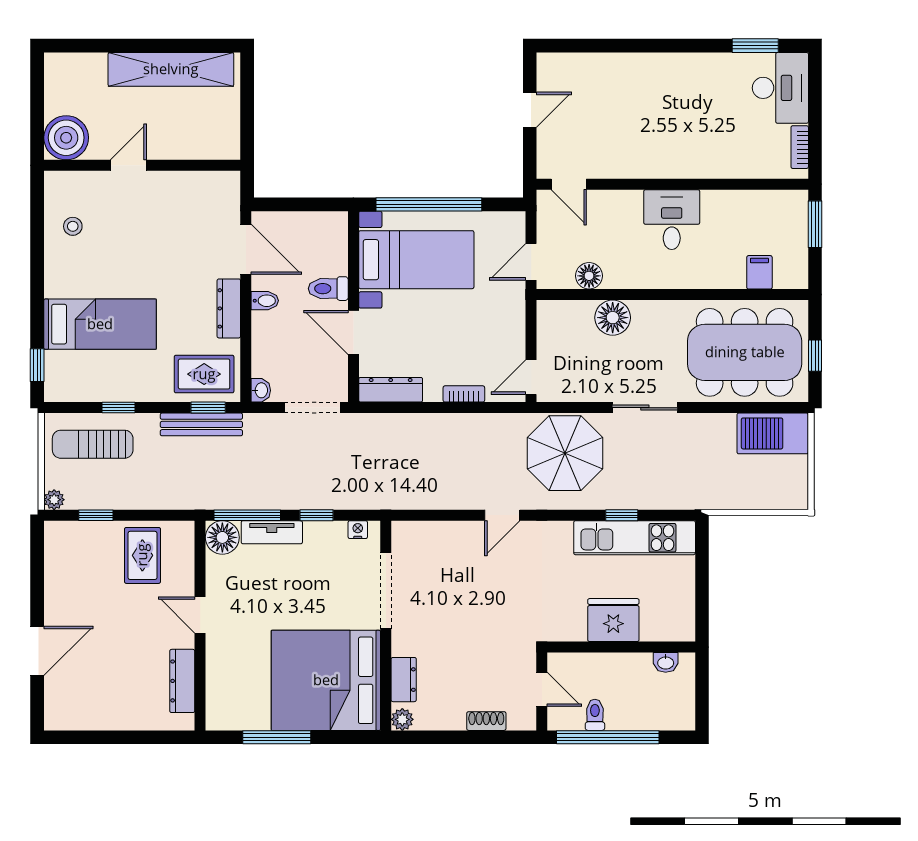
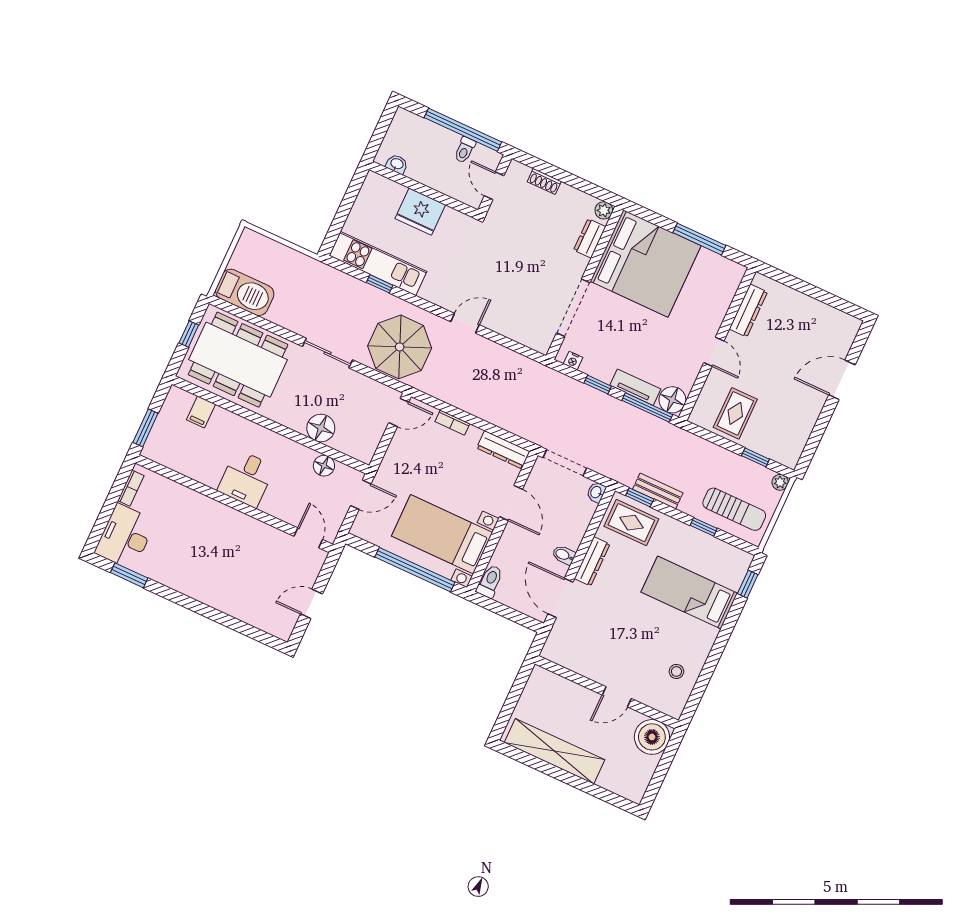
toilet: (328, 289) -> (490, 581), moved, turned -90
bench: (201, 424) -> (658, 491), width x0.73

